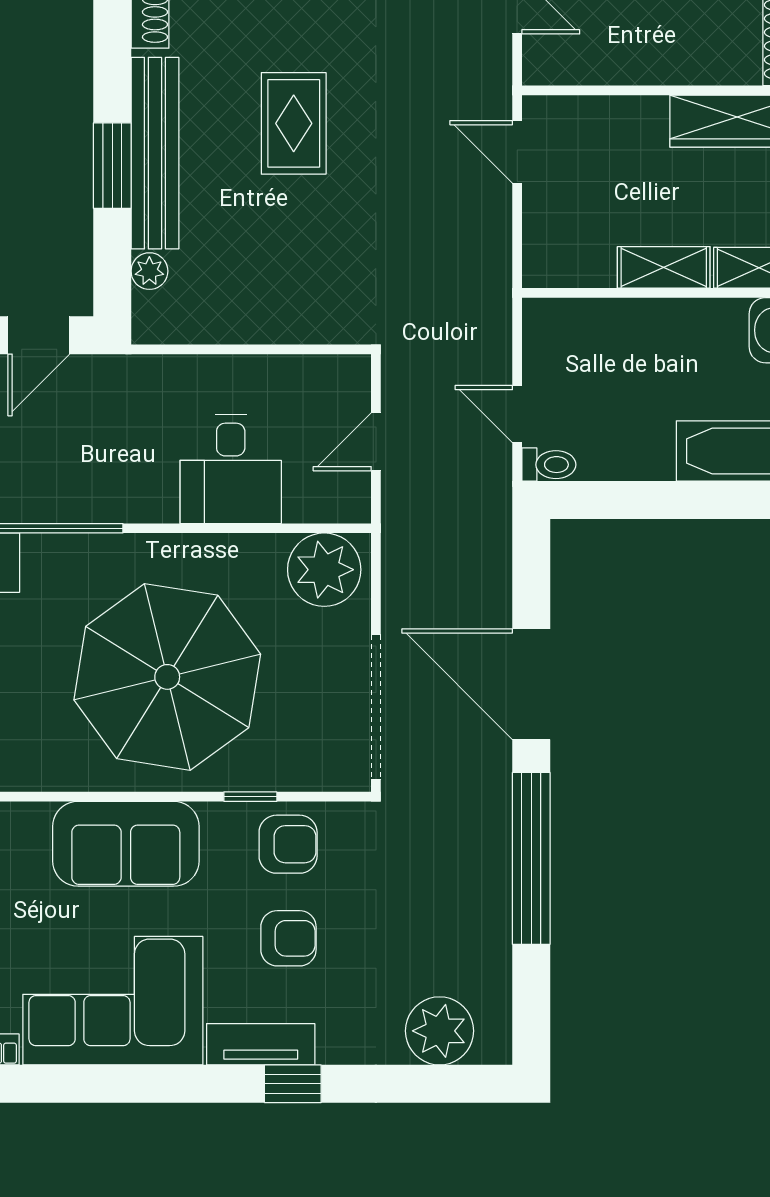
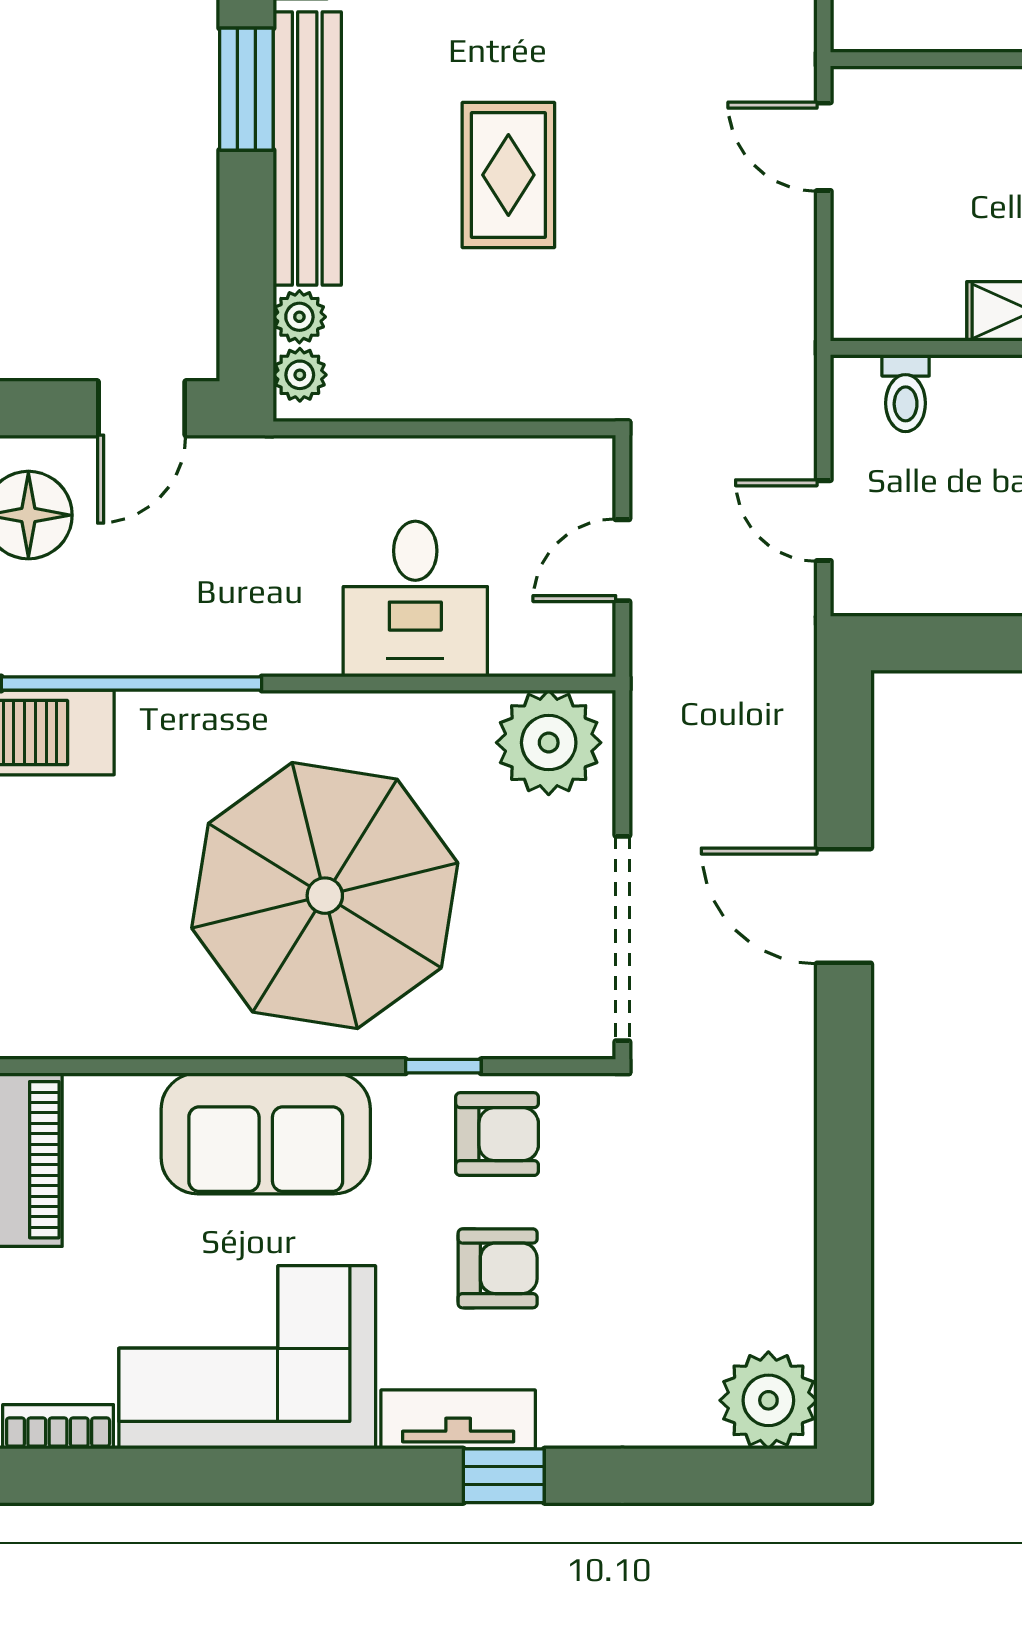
rug: (294, 123) -> (508, 175), moved
window: (112, 166) -> (246, 89), moved
plant: (150, 312) -> (300, 375), added
toilet: (549, 465) -> (906, 393), moved, turned 90
door: (531, 684) -> (844, 906), width x0.73
window: (531, 858) -> (844, 1154), removed
plant: (440, 1031) -> (768, 1400), moved

